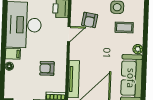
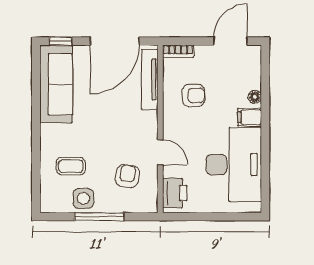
door: (69, 34) -> (160, 152), swing flipped
plant: (138, 49) -> (48, 132), removed

